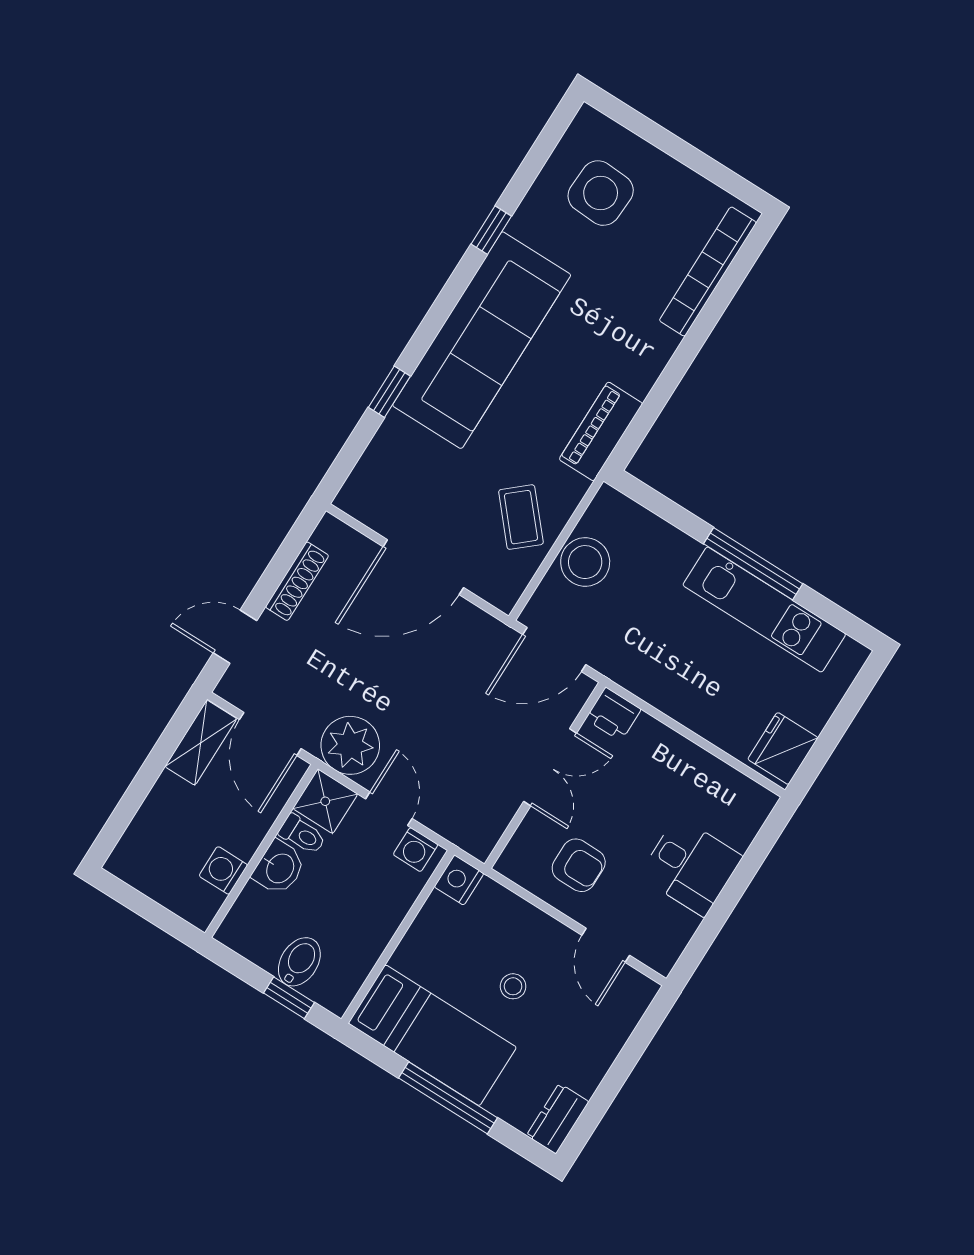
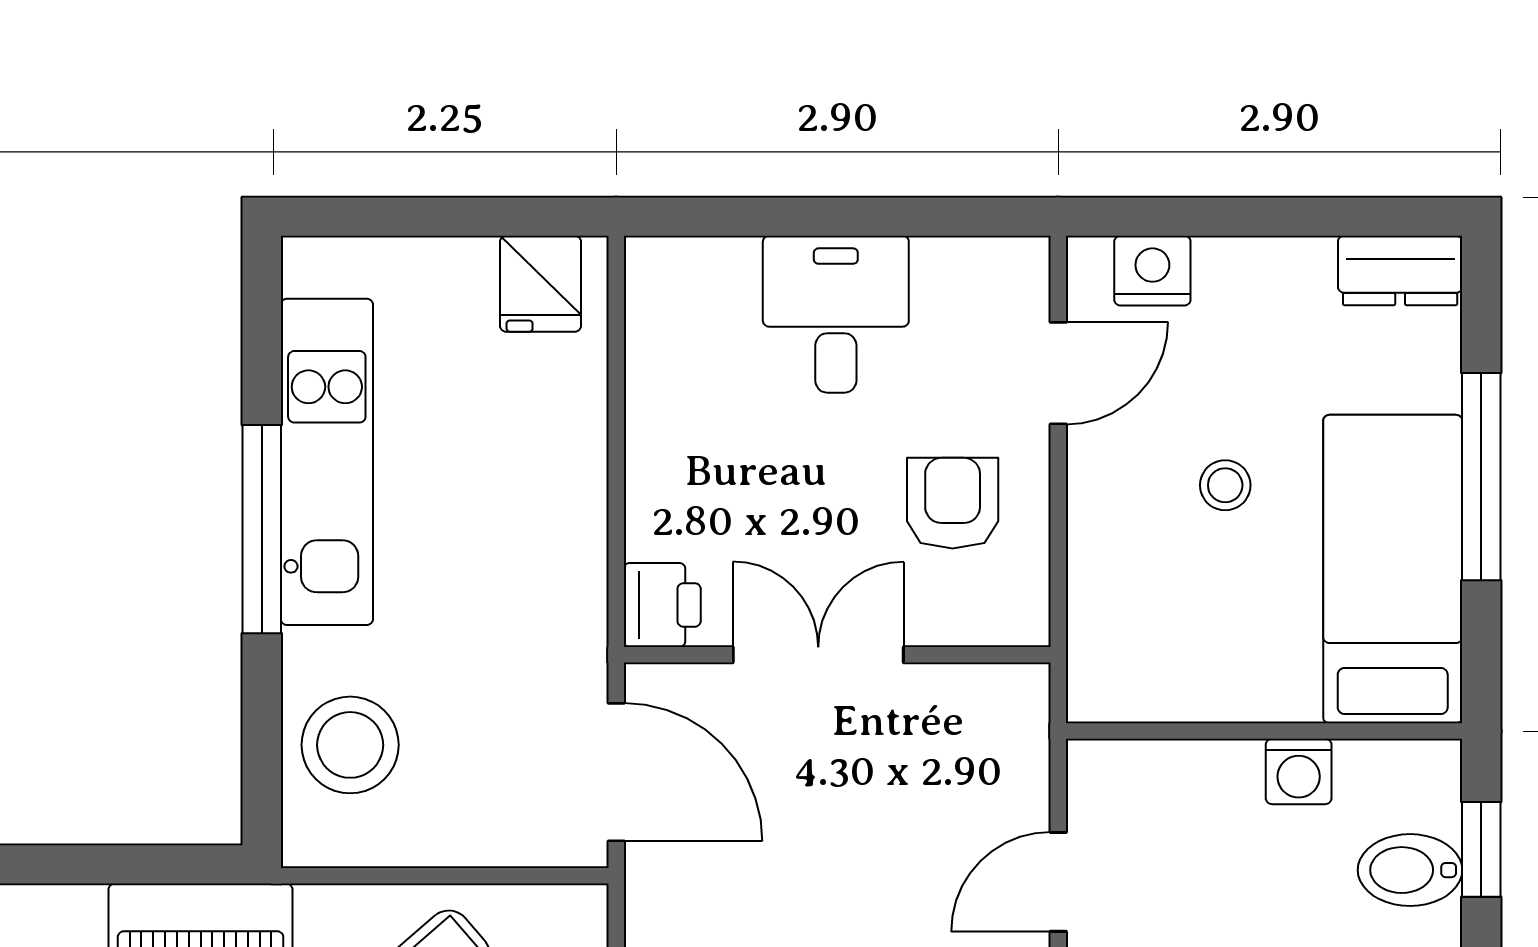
stool: (585, 562) -> (350, 745), moved
fridge: (783, 748) -> (541, 284), width x0.72
washing machine: (416, 850) -> (1299, 771), moved, turned 90
nightstand: (459, 880) -> (1152, 271), moved, turned 180

